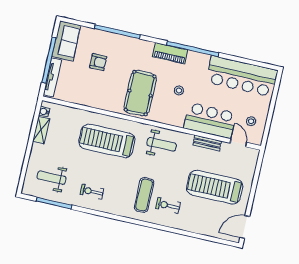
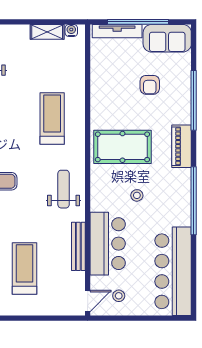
piano: (170, 53) -> (182, 146), moved
treadmill: (107, 141) -> (52, 119), width x0.73, depth x0.73
bench: (207, 143) -> (78, 246), width x1.36
door: (238, 143) -> (88, 301), moved
weight bench: (162, 144) -> (64, 189), turned 180
treadmill: (215, 187) -> (25, 269), width x0.73, depth x0.73

